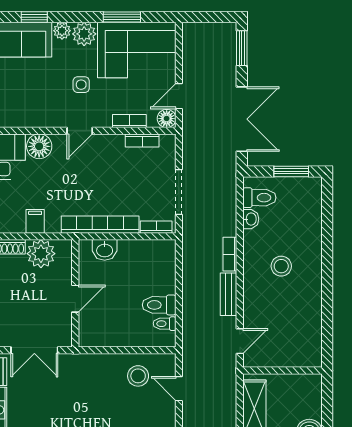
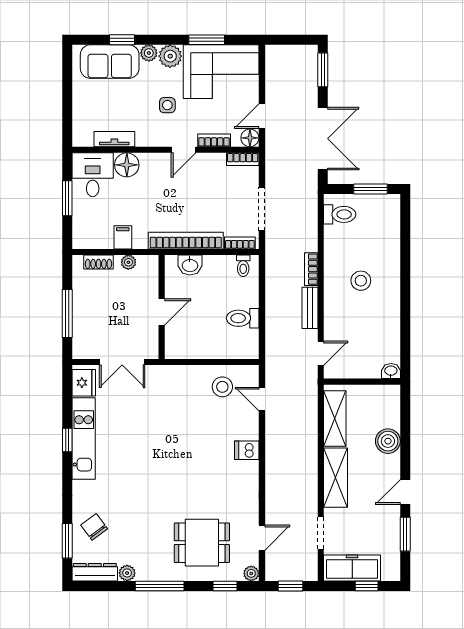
tv unit: (26, 120) -> (114, 139), added
door: (80, 131) -> (184, 150), moved
bookcase: (142, 141) -> (243, 159), moved
washbasin: (251, 219) -> (391, 371), moved, turned -90
plant: (41, 254) -> (128, 262), width x0.53, depth x0.53
toilet: (165, 324) -> (243, 266), moved, turned -90

